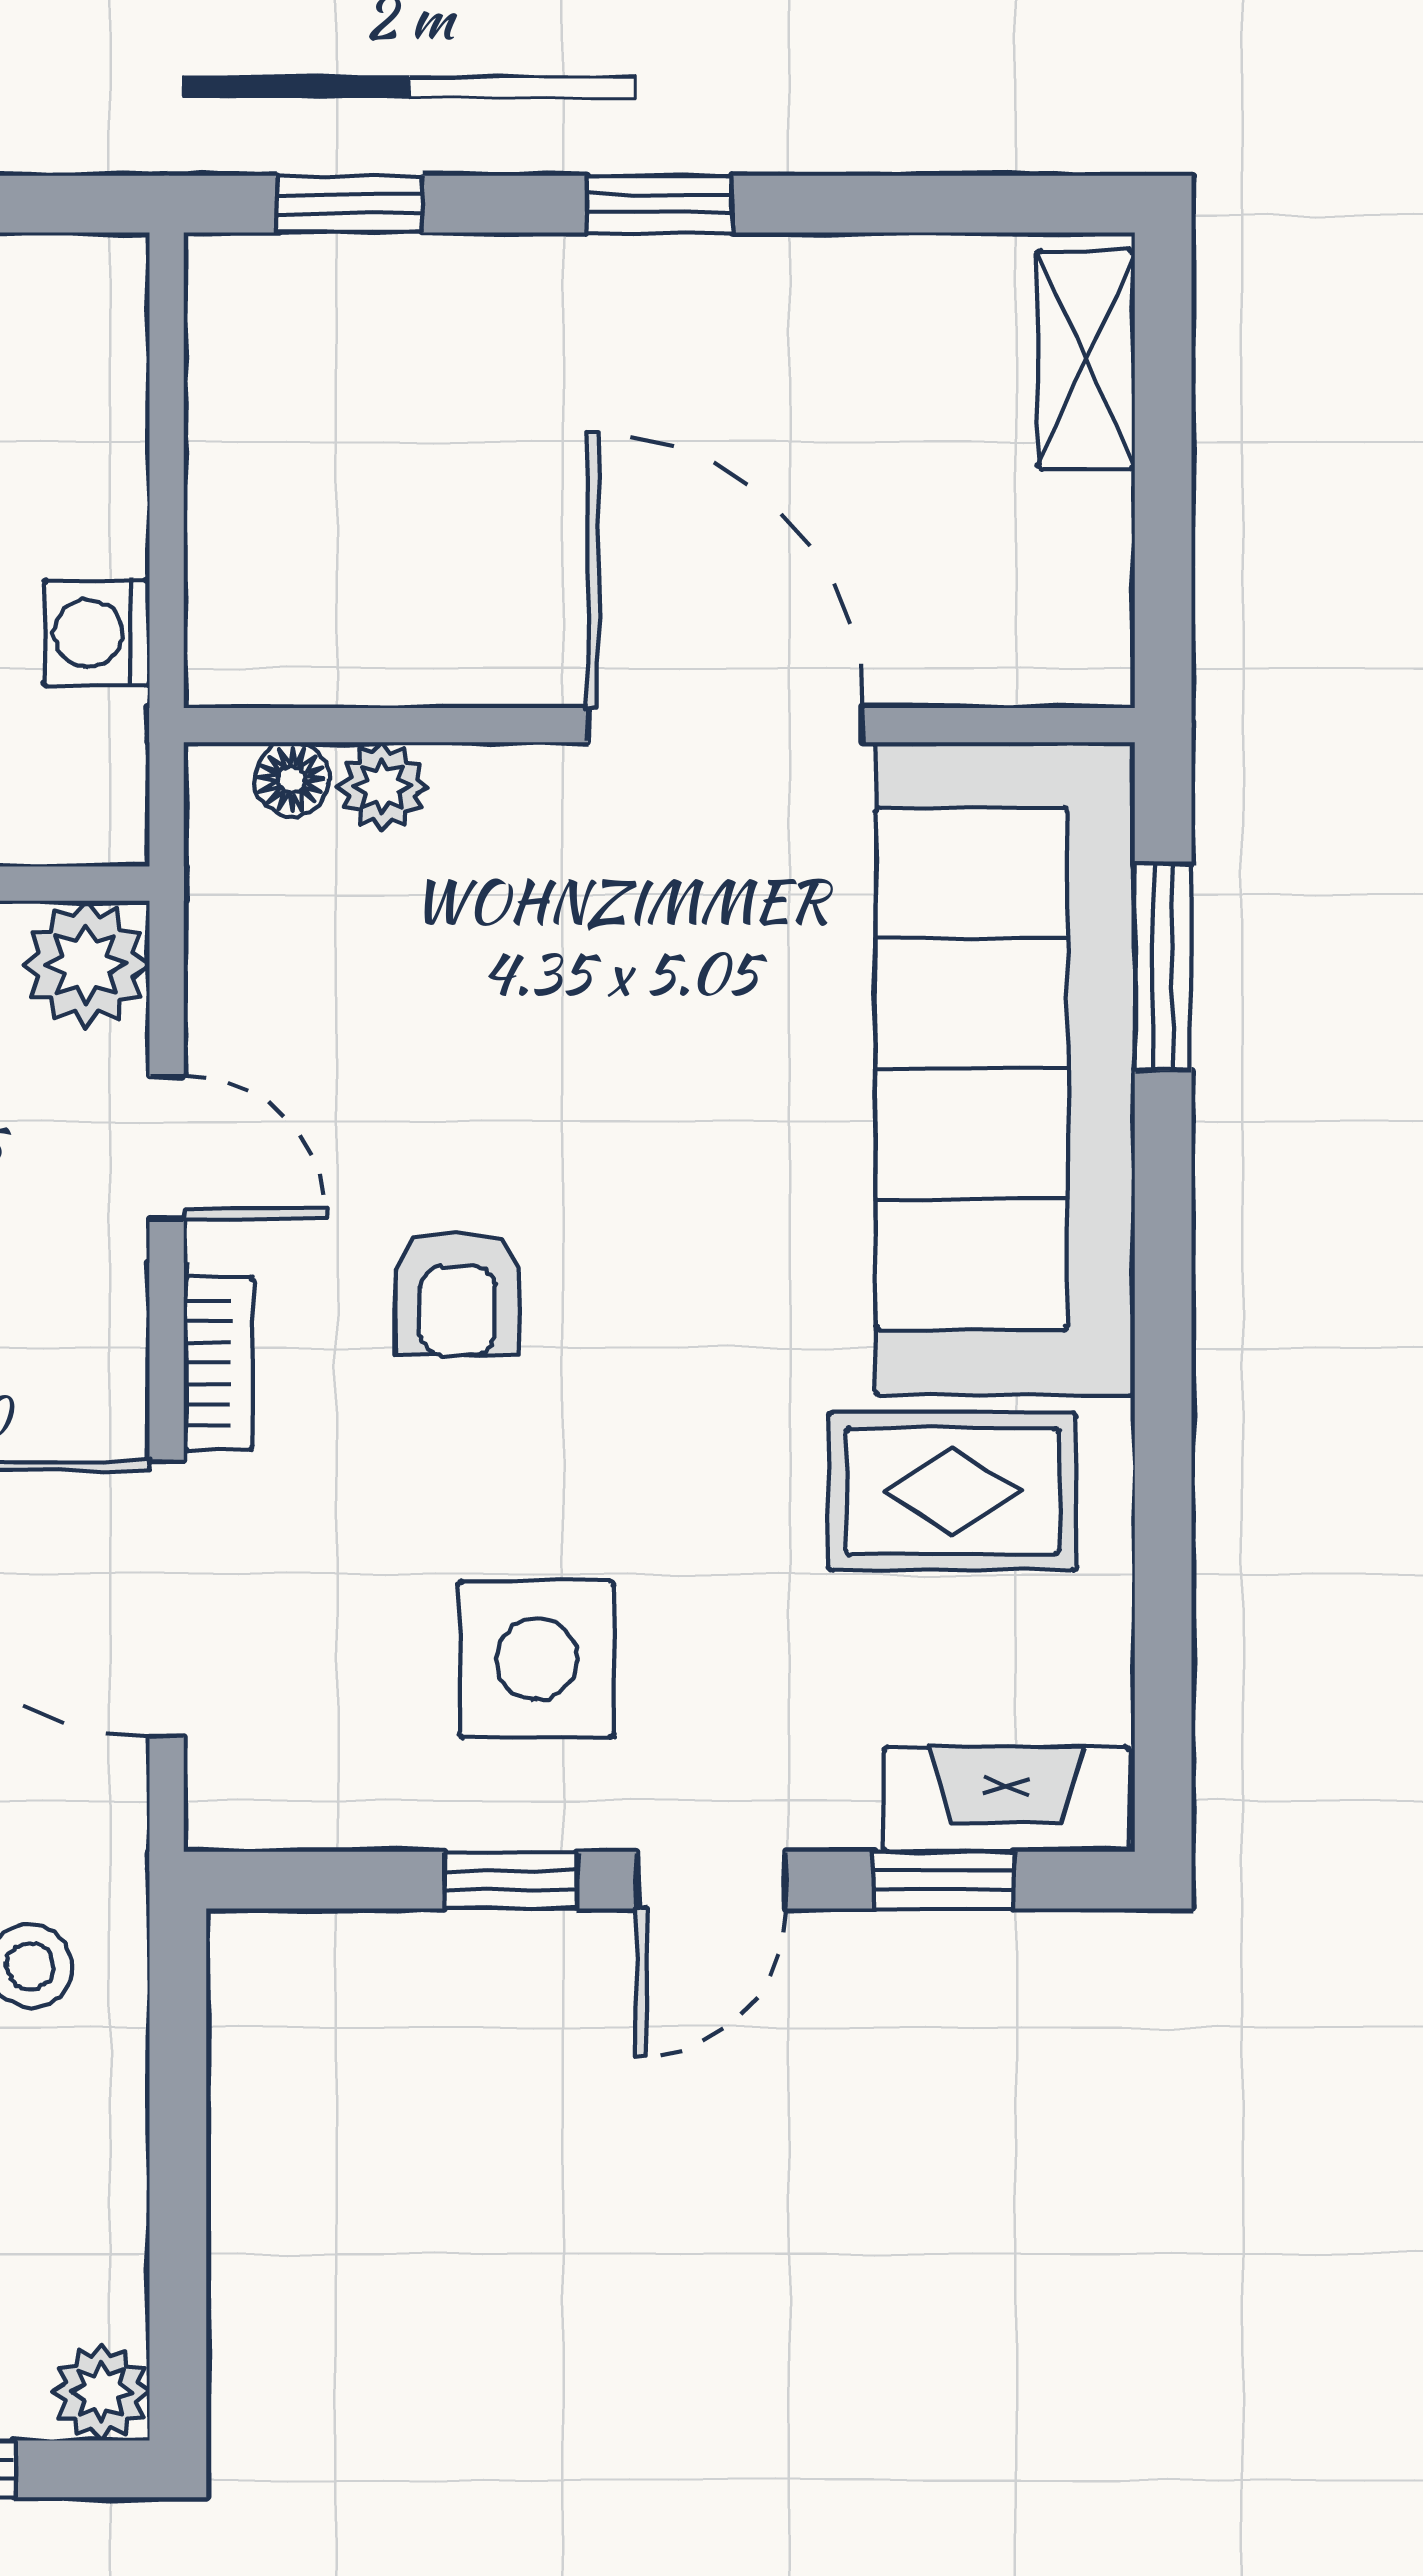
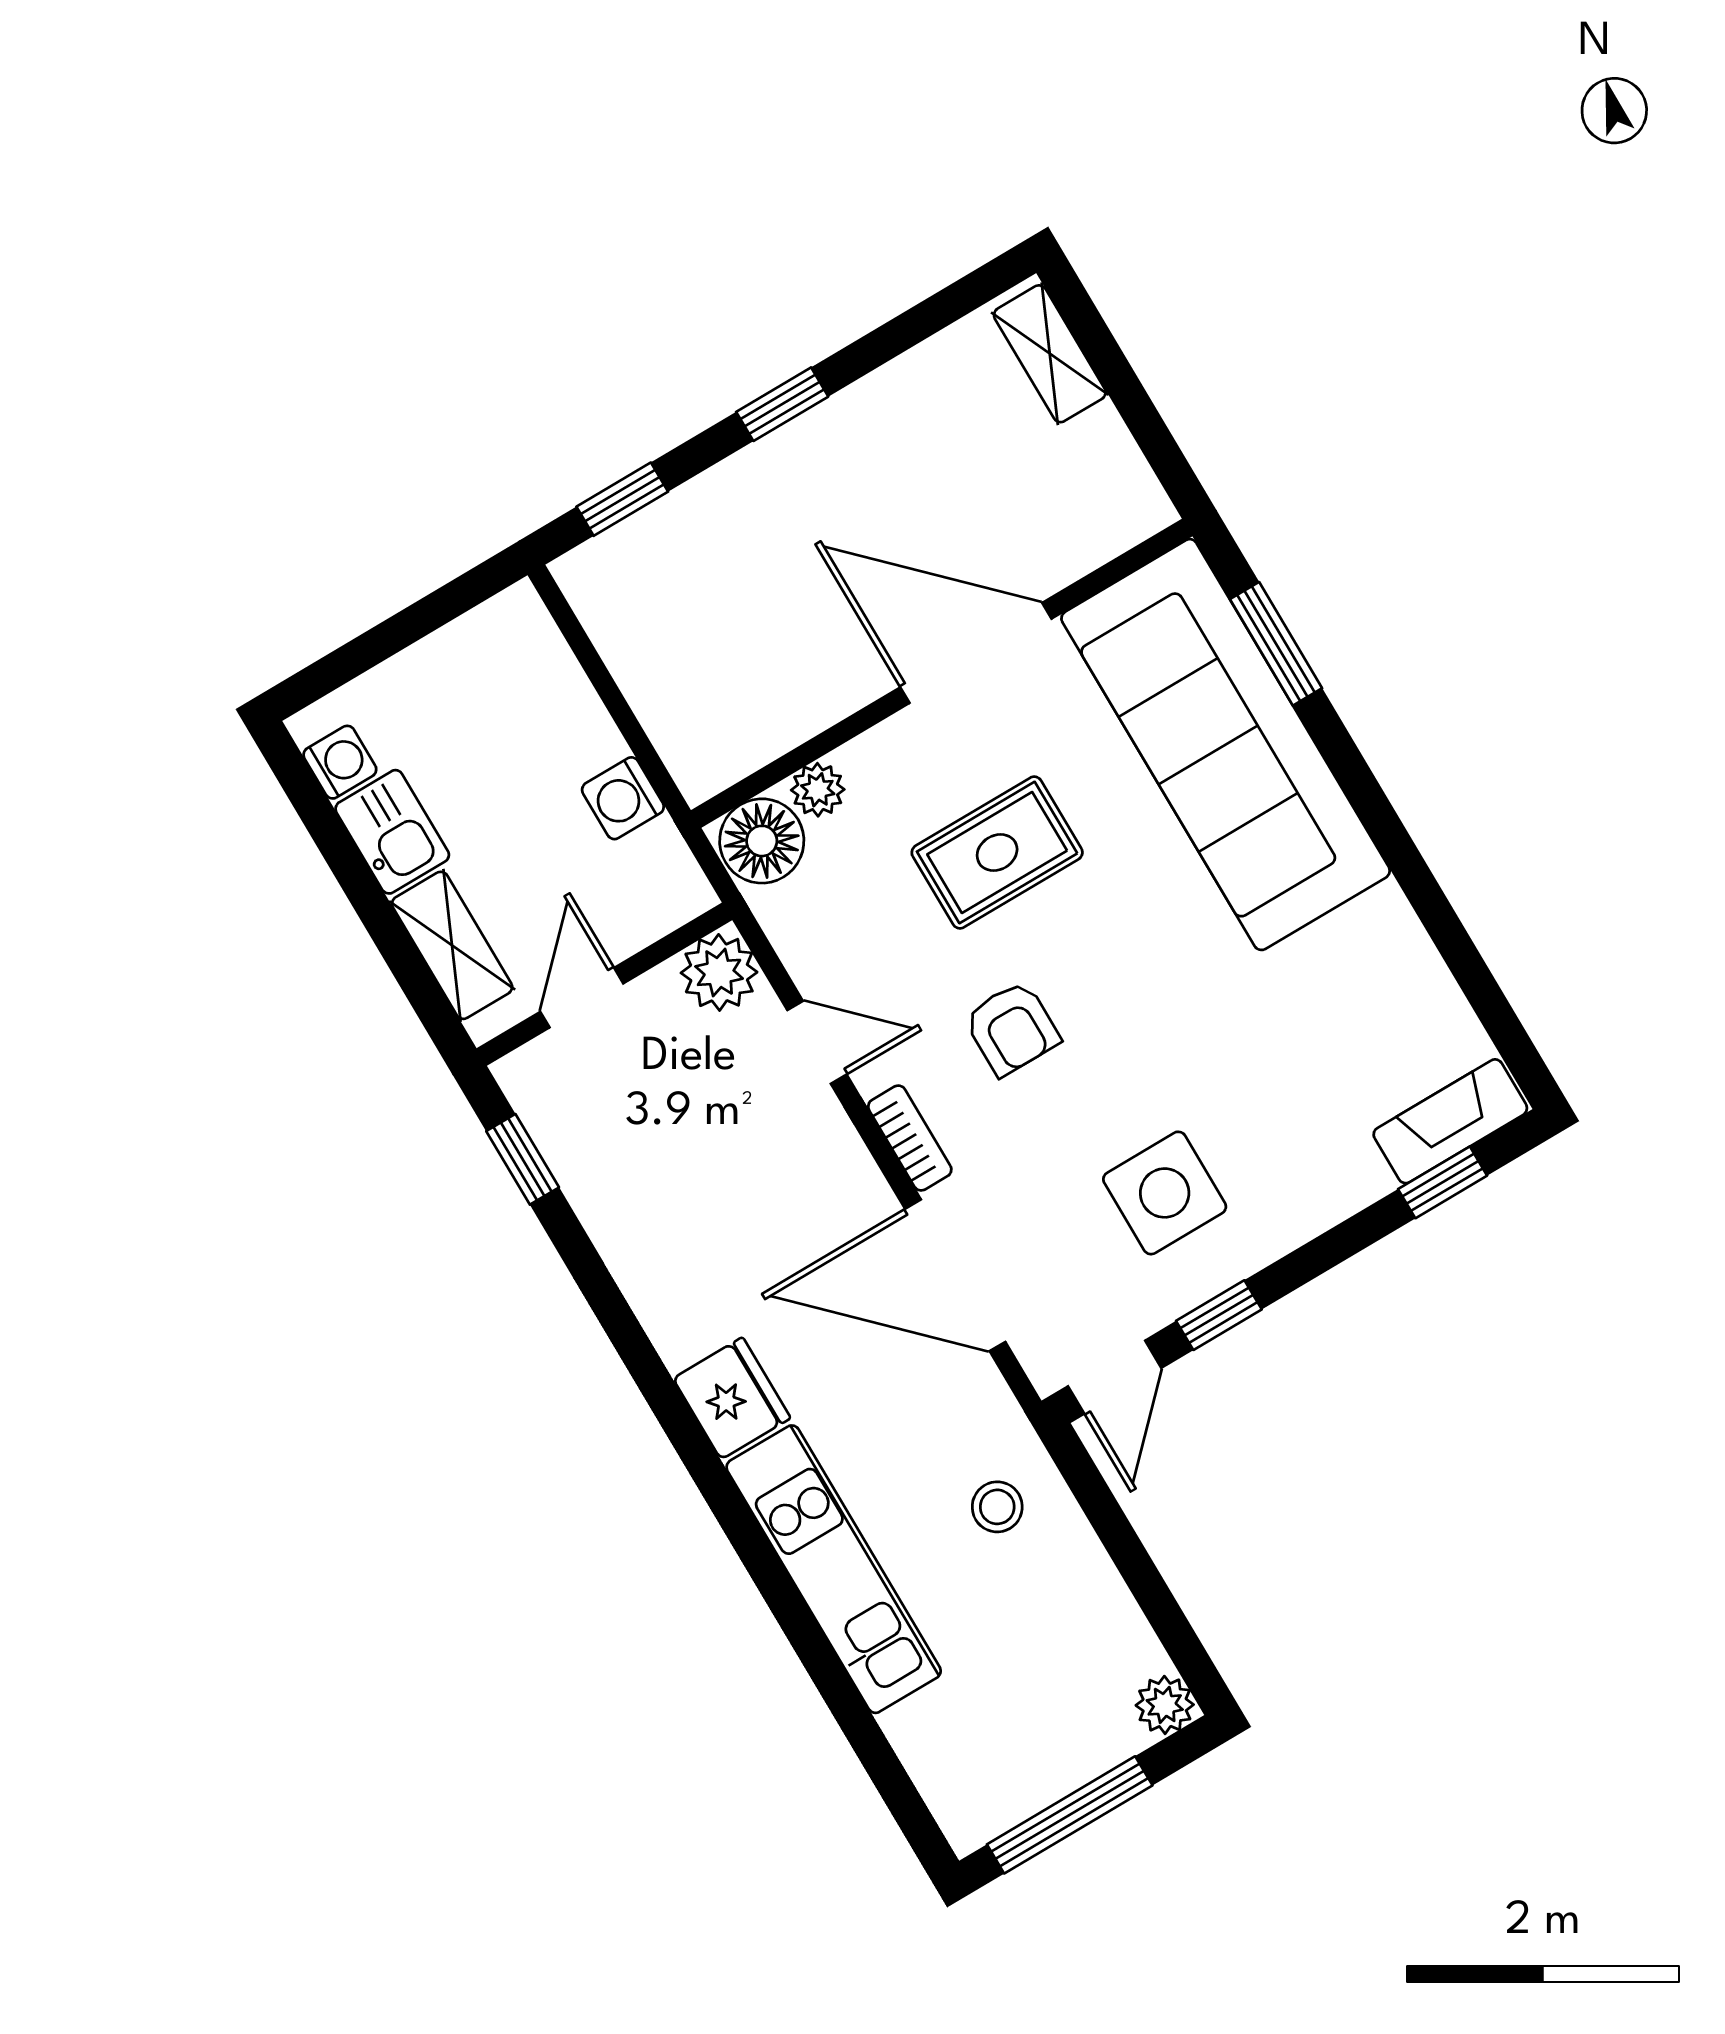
floor lamp: (292, 779) -> (762, 841), width x1.89, depth x1.89
rug: (953, 1491) -> (997, 853), moved
door: (711, 1880) -> (1115, 1377), moved

